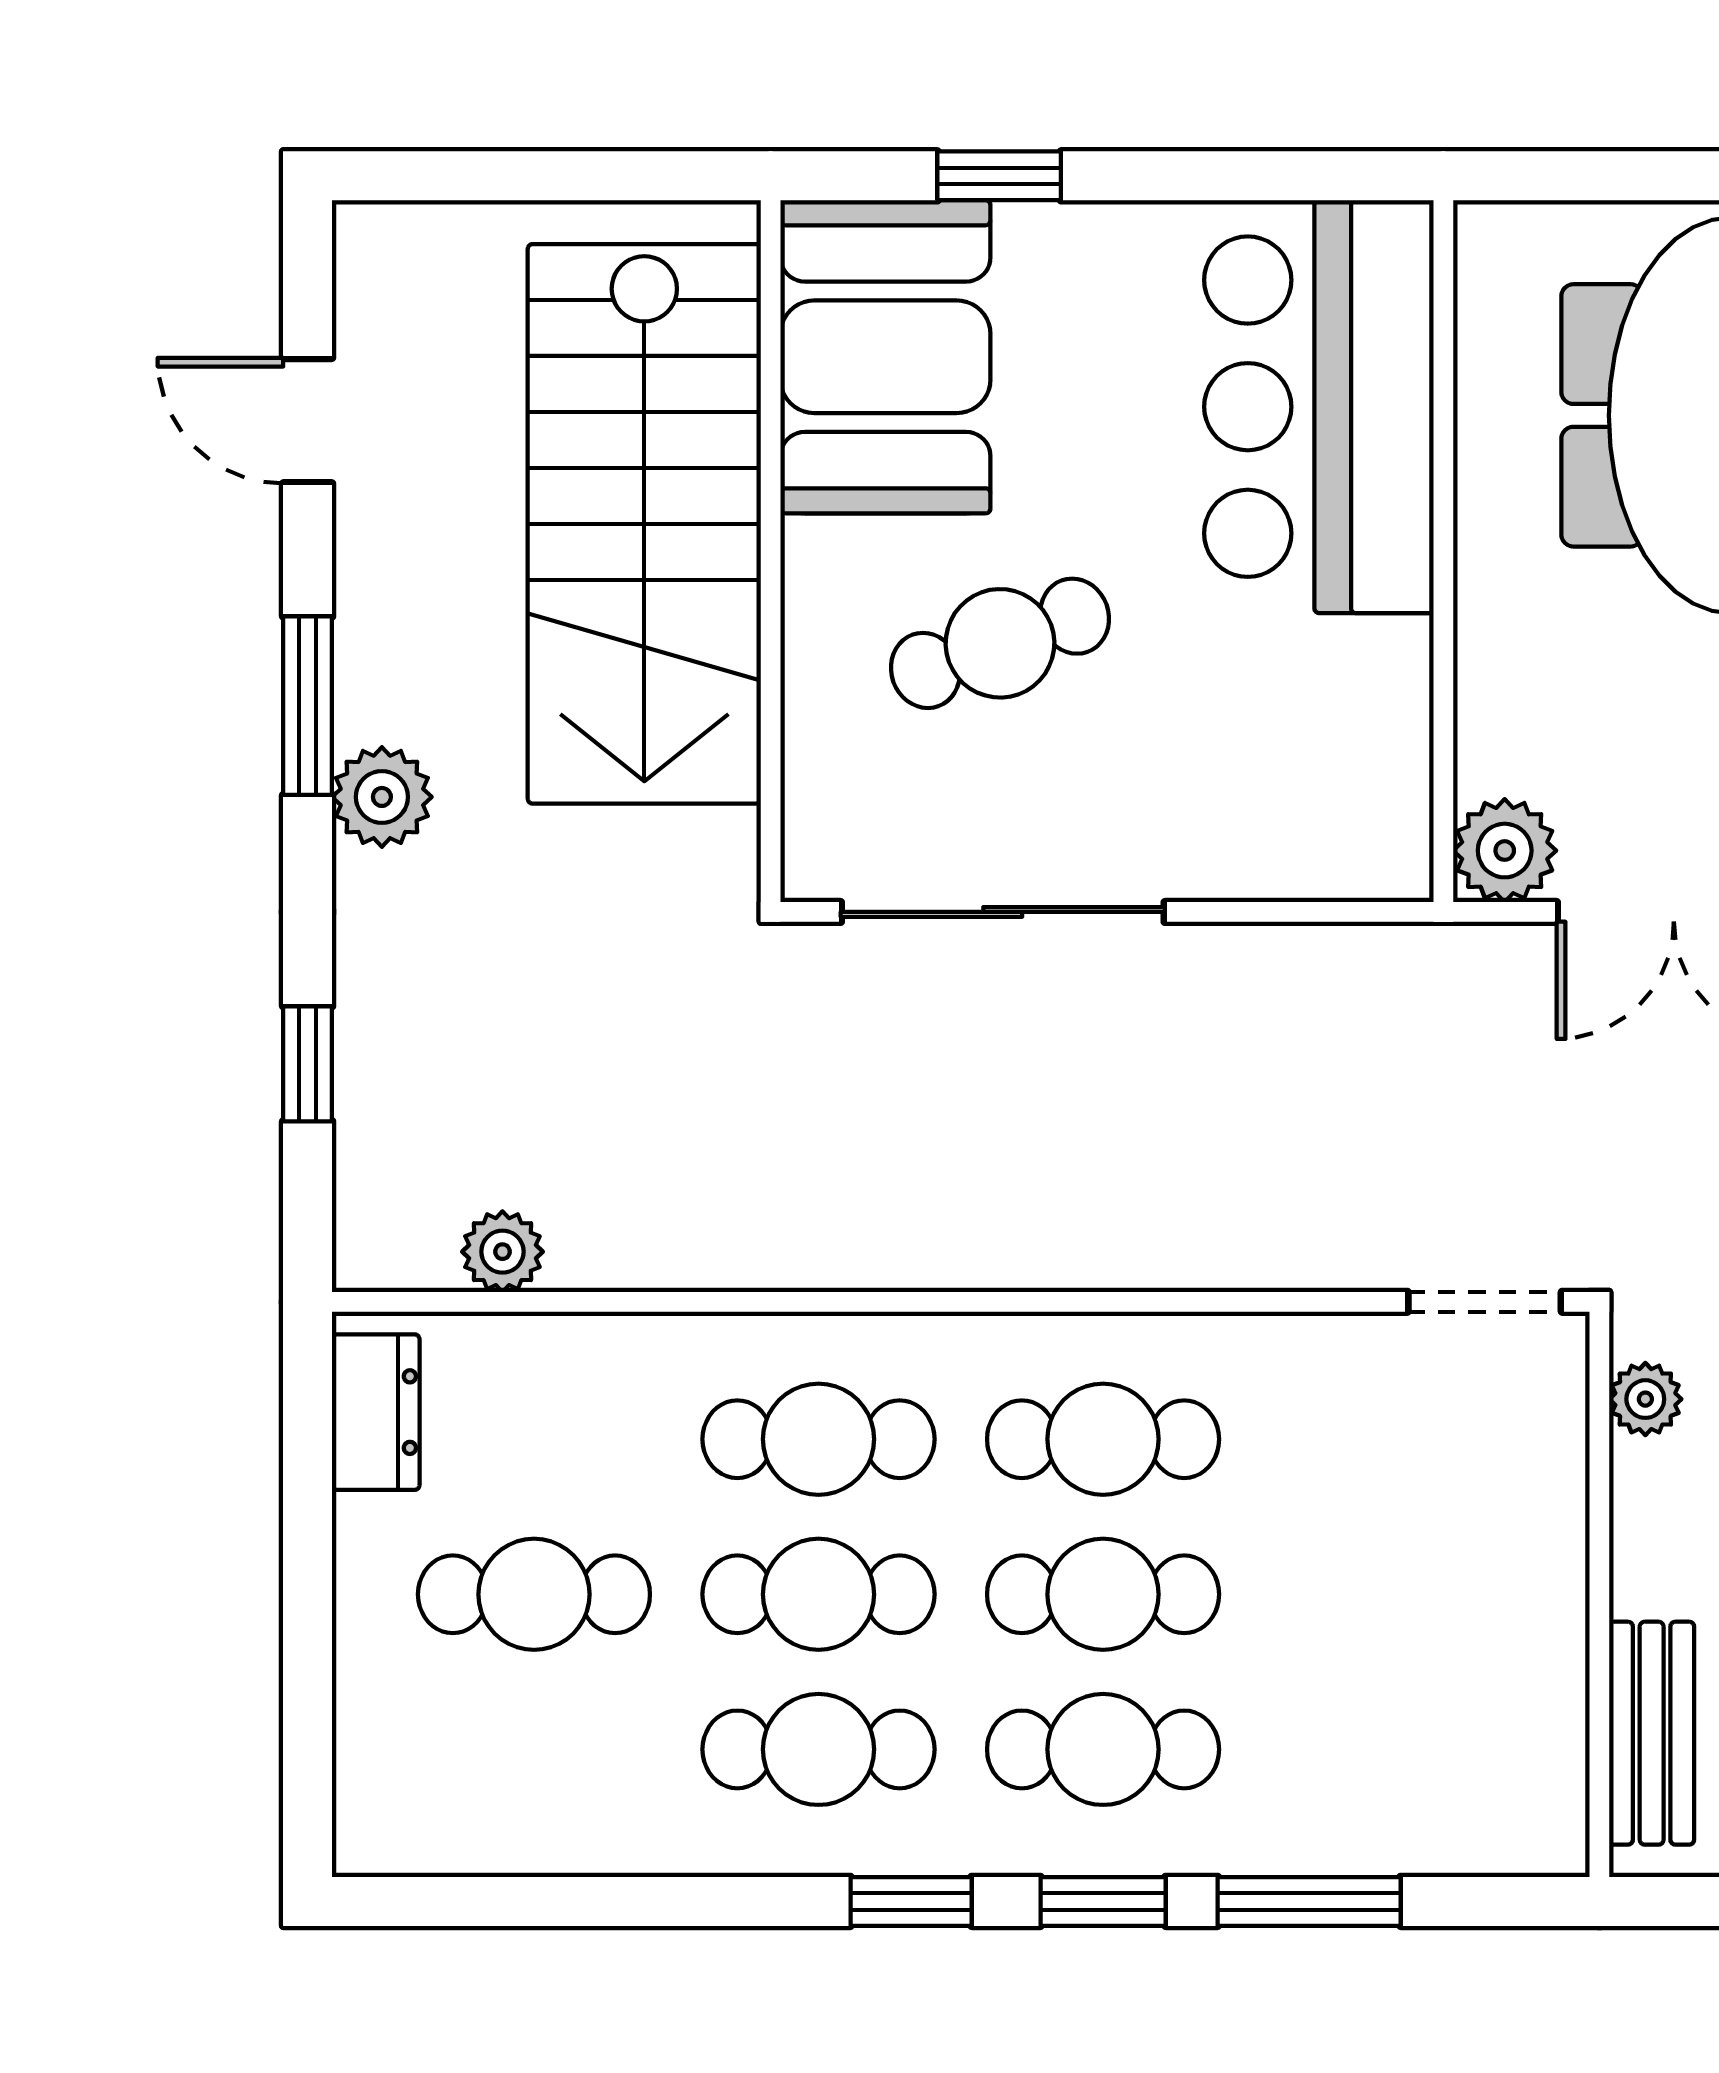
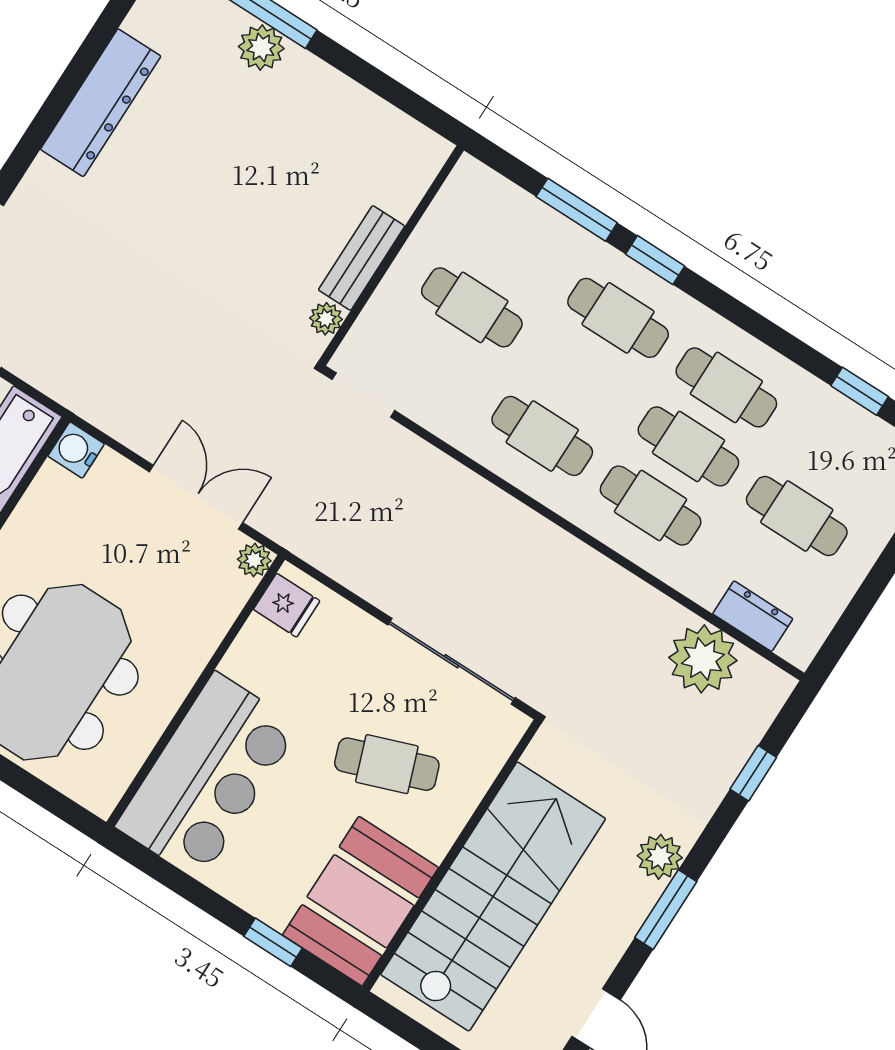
fridge: (1376, 819) -> (287, 605), added
plant: (1505, 851) -> (254, 560), width x0.73, depth x0.73
plant: (502, 1252) -> (703, 659), width x1.88, depth x1.88
dresser: (376, 1412) -> (753, 616), moved, turned 90
cafe table: (1103, 1594) -> (472, 307), moved
bench: (1652, 1733) -> (362, 258), moved
window: (911, 1901) -> (860, 391), moved

